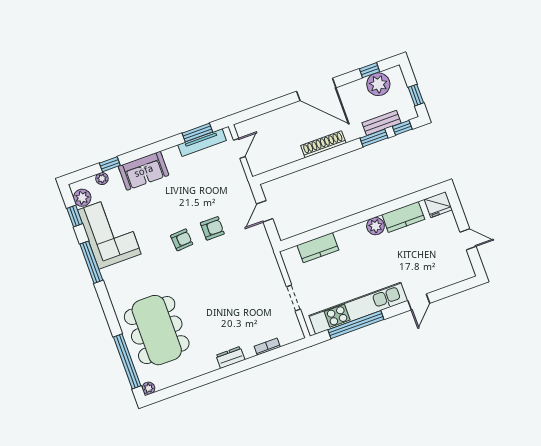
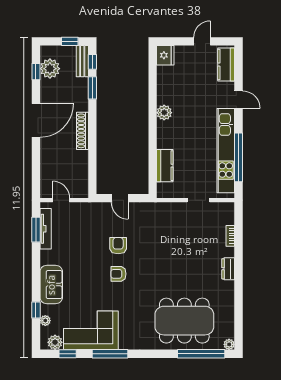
bench: (382, 123) -> (82, 61), moved
kitchen counter: (403, 217) -> (226, 65), moved, turned 180
armchair: (182, 240) -> (118, 274), turned -86

